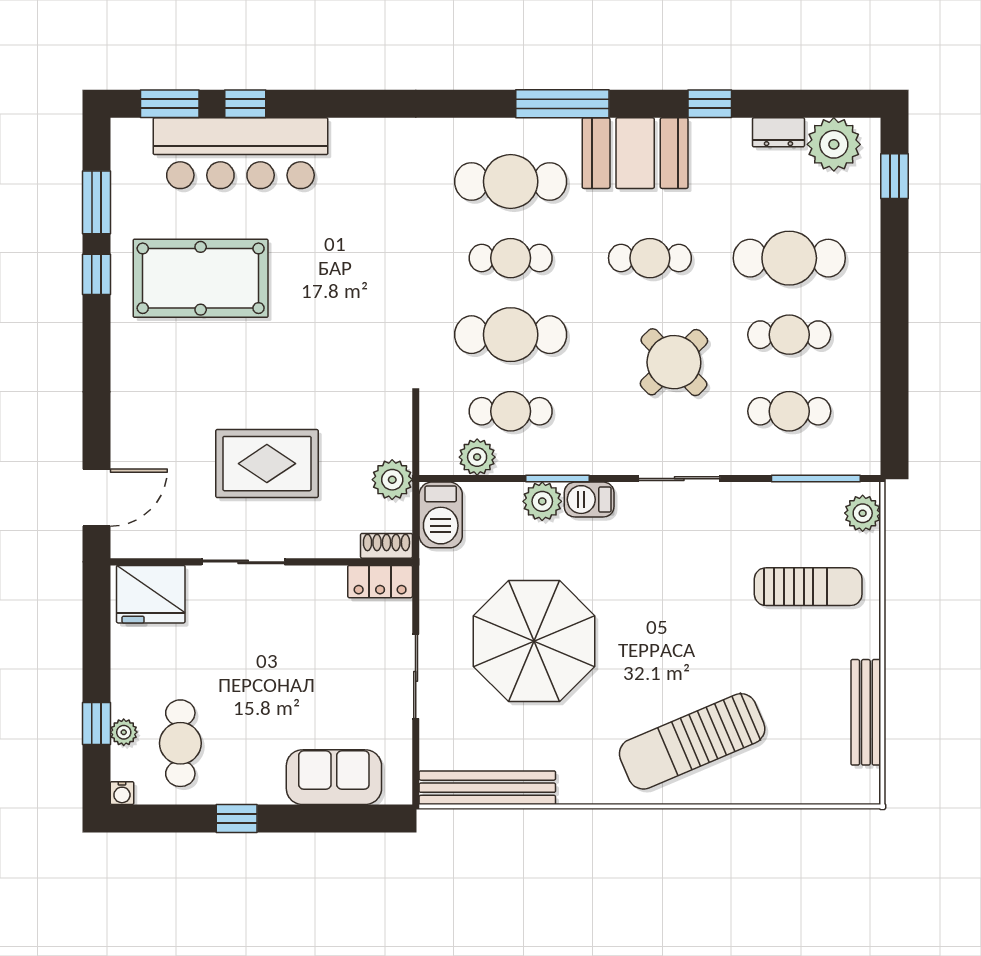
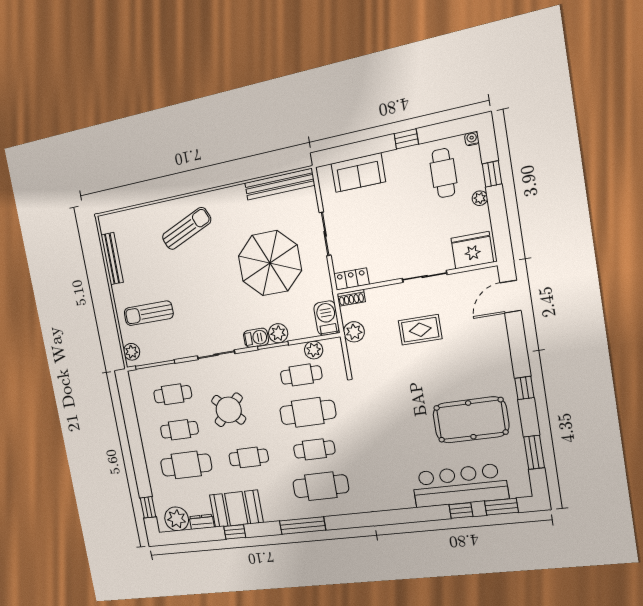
booth: (635, 153) -> (236, 509), moved
window: (97, 274) -> (524, 388), moved
rug: (267, 464) -> (420, 330), width x0.73, depth x0.70
plant: (124, 732) -> (480, 198), moved
sun lounger: (692, 741) -> (187, 228), width x0.73, depth x0.75

